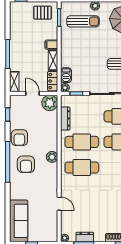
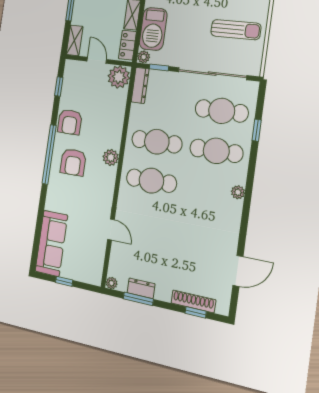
barbecue: (66, 75) -> (153, 29), width x1.88, depth x1.53
dresser: (65, 118) -> (140, 85), moved

